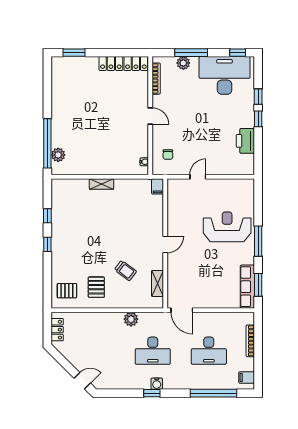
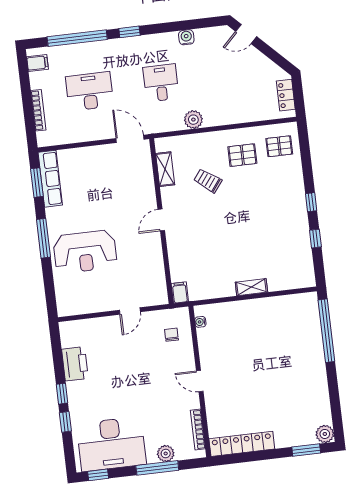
plant: (58, 155) -> (325, 434), moved
pallet: (96, 287) -> (242, 155), turned 90
desk: (153, 351) -> (161, 83), width x0.73
water cooler: (157, 384) -> (186, 37), moved
window: (152, 393) -> (129, 32), moved

